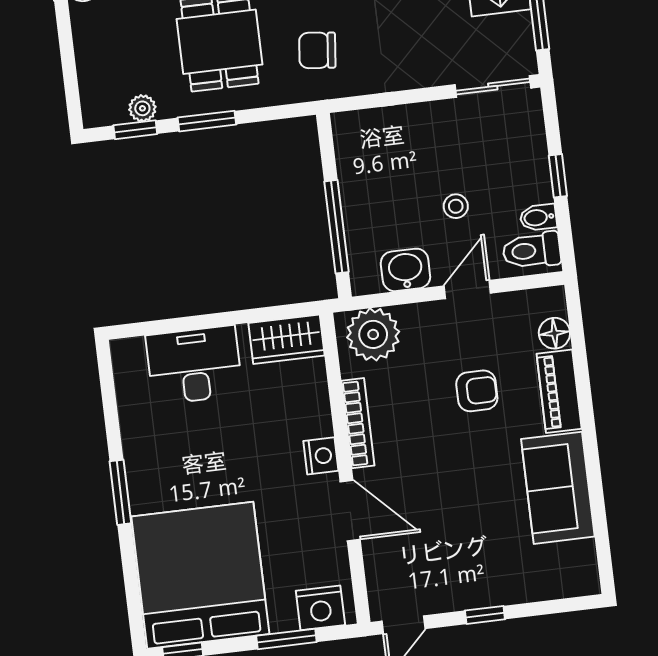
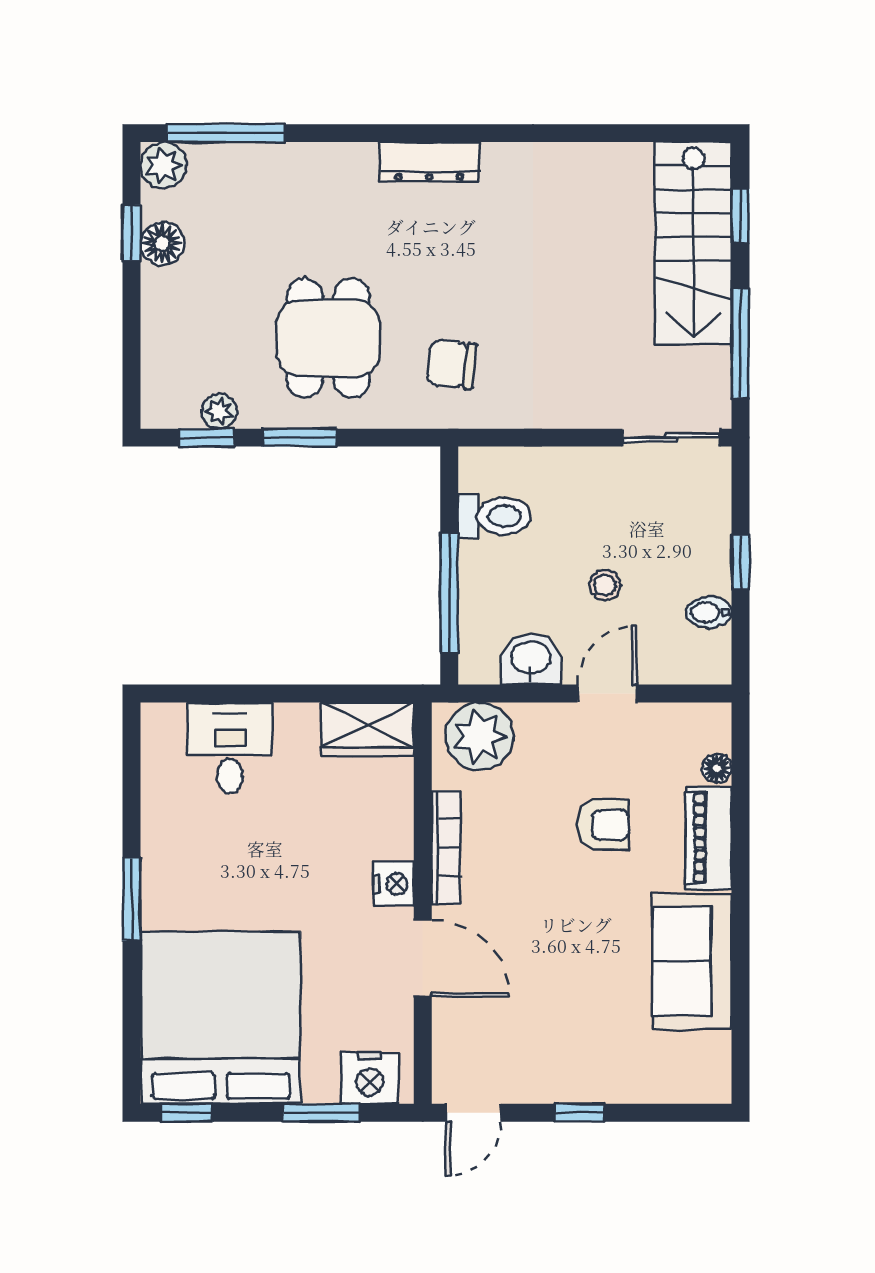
toilet: (532, 250) -> (494, 516), moved, turned 180
floor lamp: (554, 333) -> (717, 768), width x0.73, depth x0.73
desk: (194, 365) -> (230, 748), width x0.73

